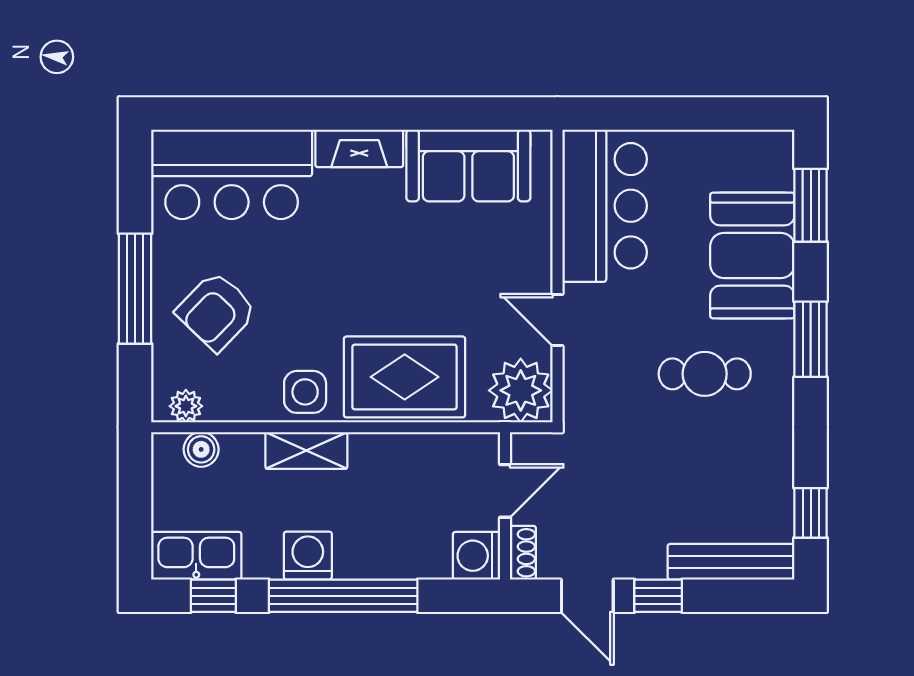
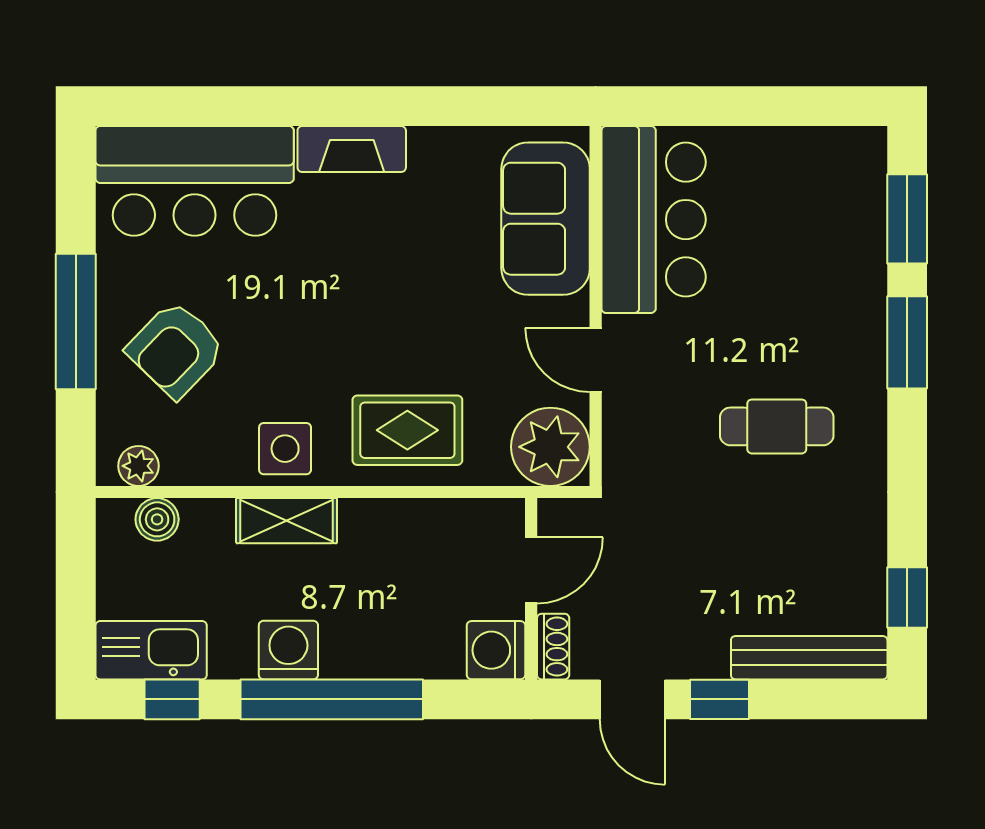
sofa: (468, 166) -> (546, 219), moved, turned 90
booth: (752, 256) -> (835, 281), removed
window: (811, 339) -> (907, 342), moved
rug: (405, 377) -> (407, 430), width x0.73, depth x0.70

